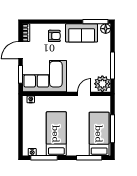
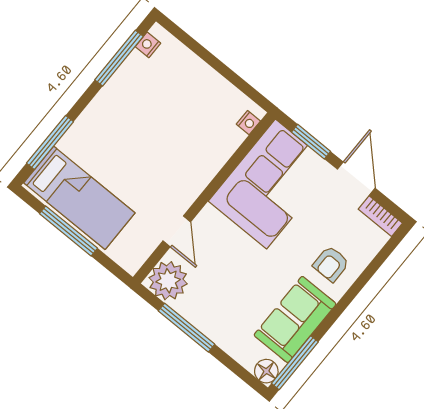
bed: (56, 134) -> (145, 118), removed

